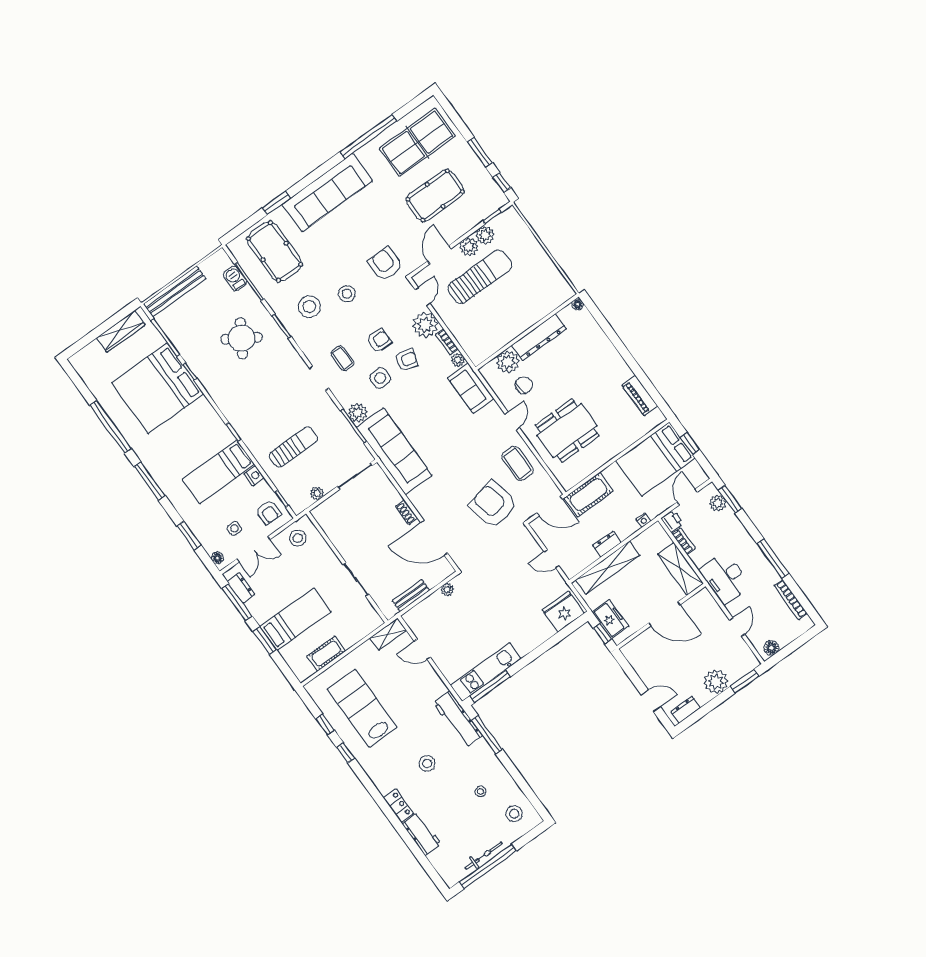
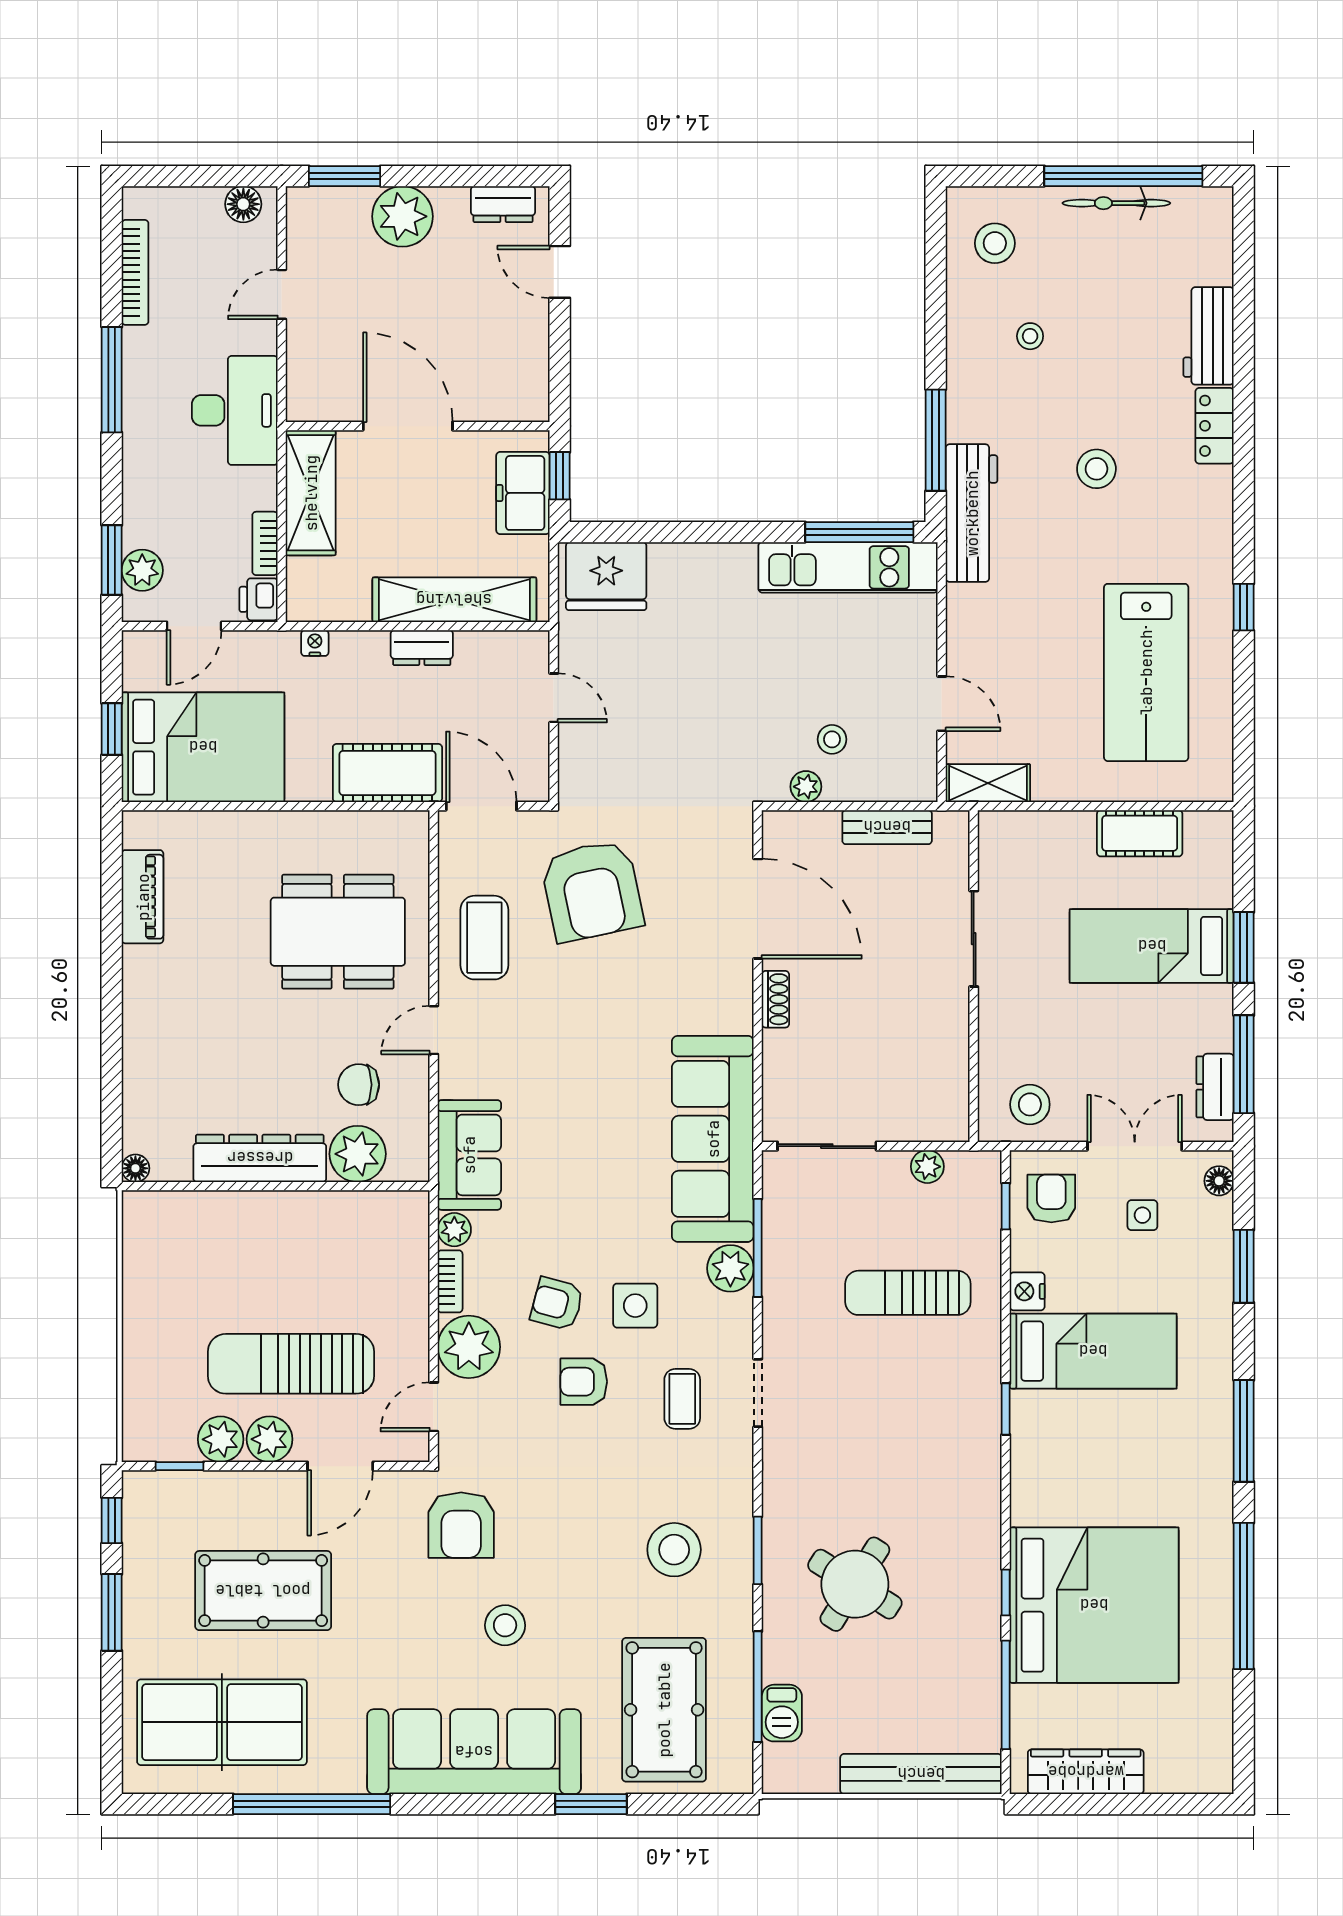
stool: (347, 294) -> (505, 1625), moved
stool: (450, 611) -> (832, 739), added
window: (325, 724) -> (1244, 694), removed

